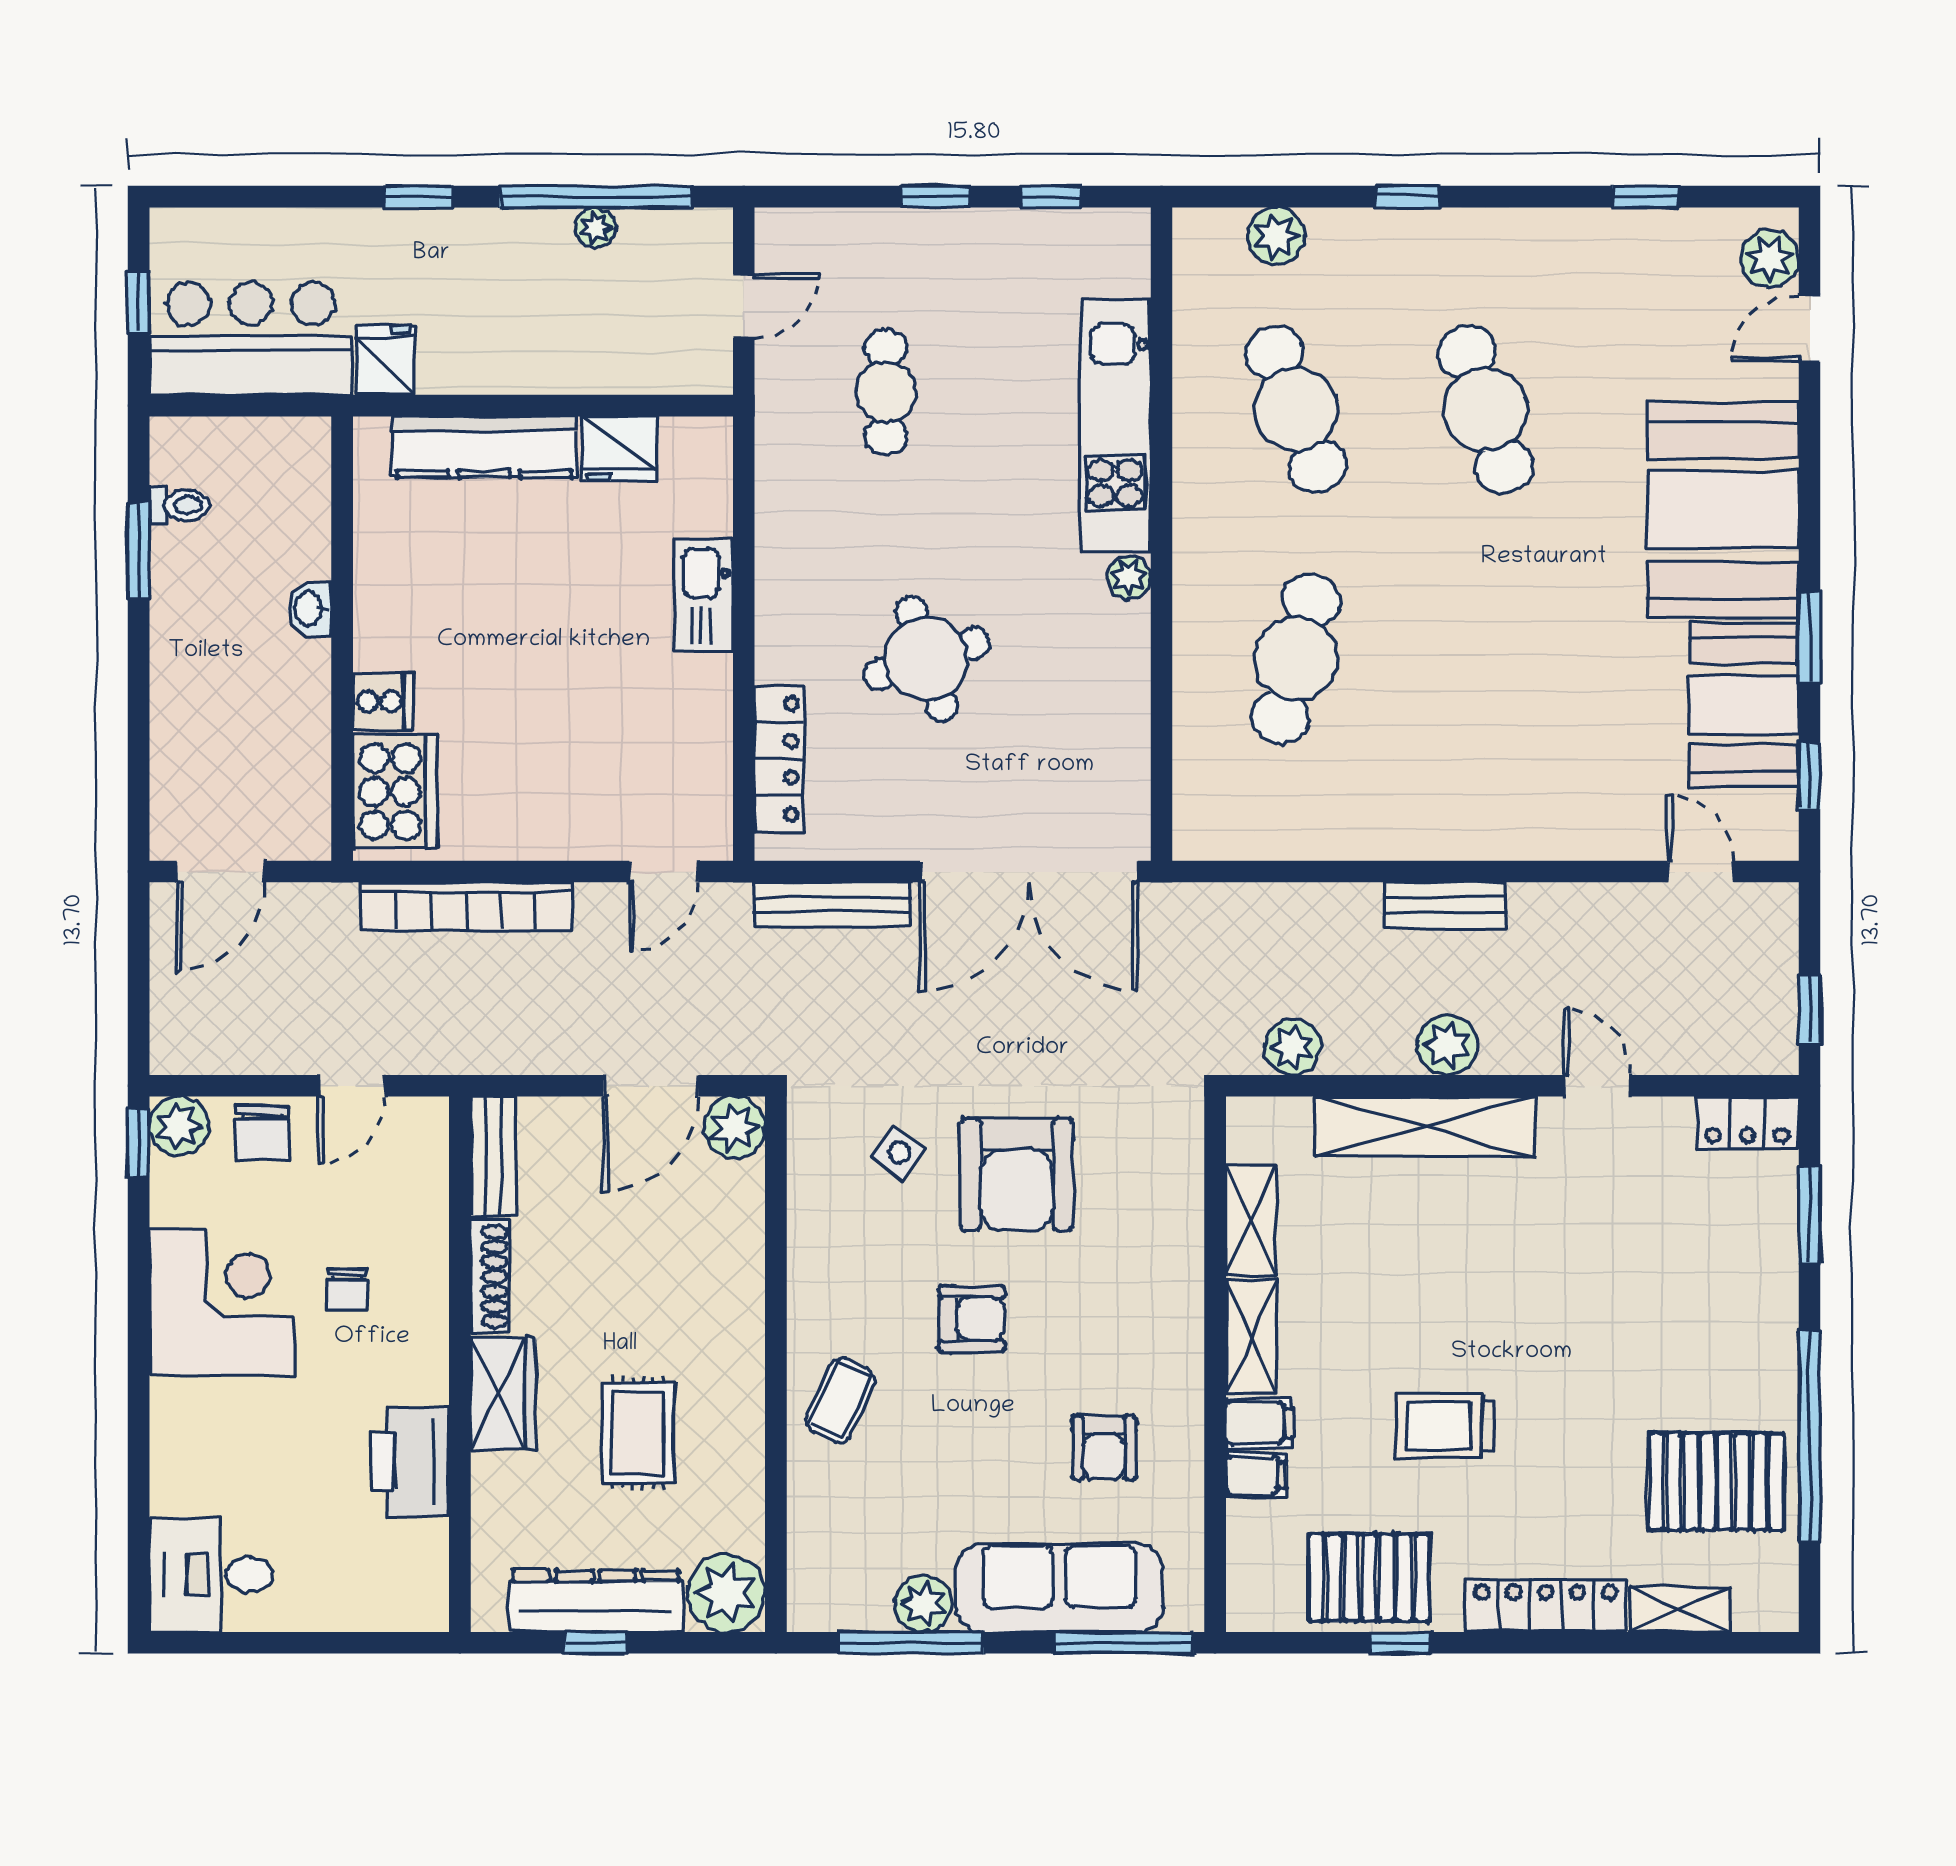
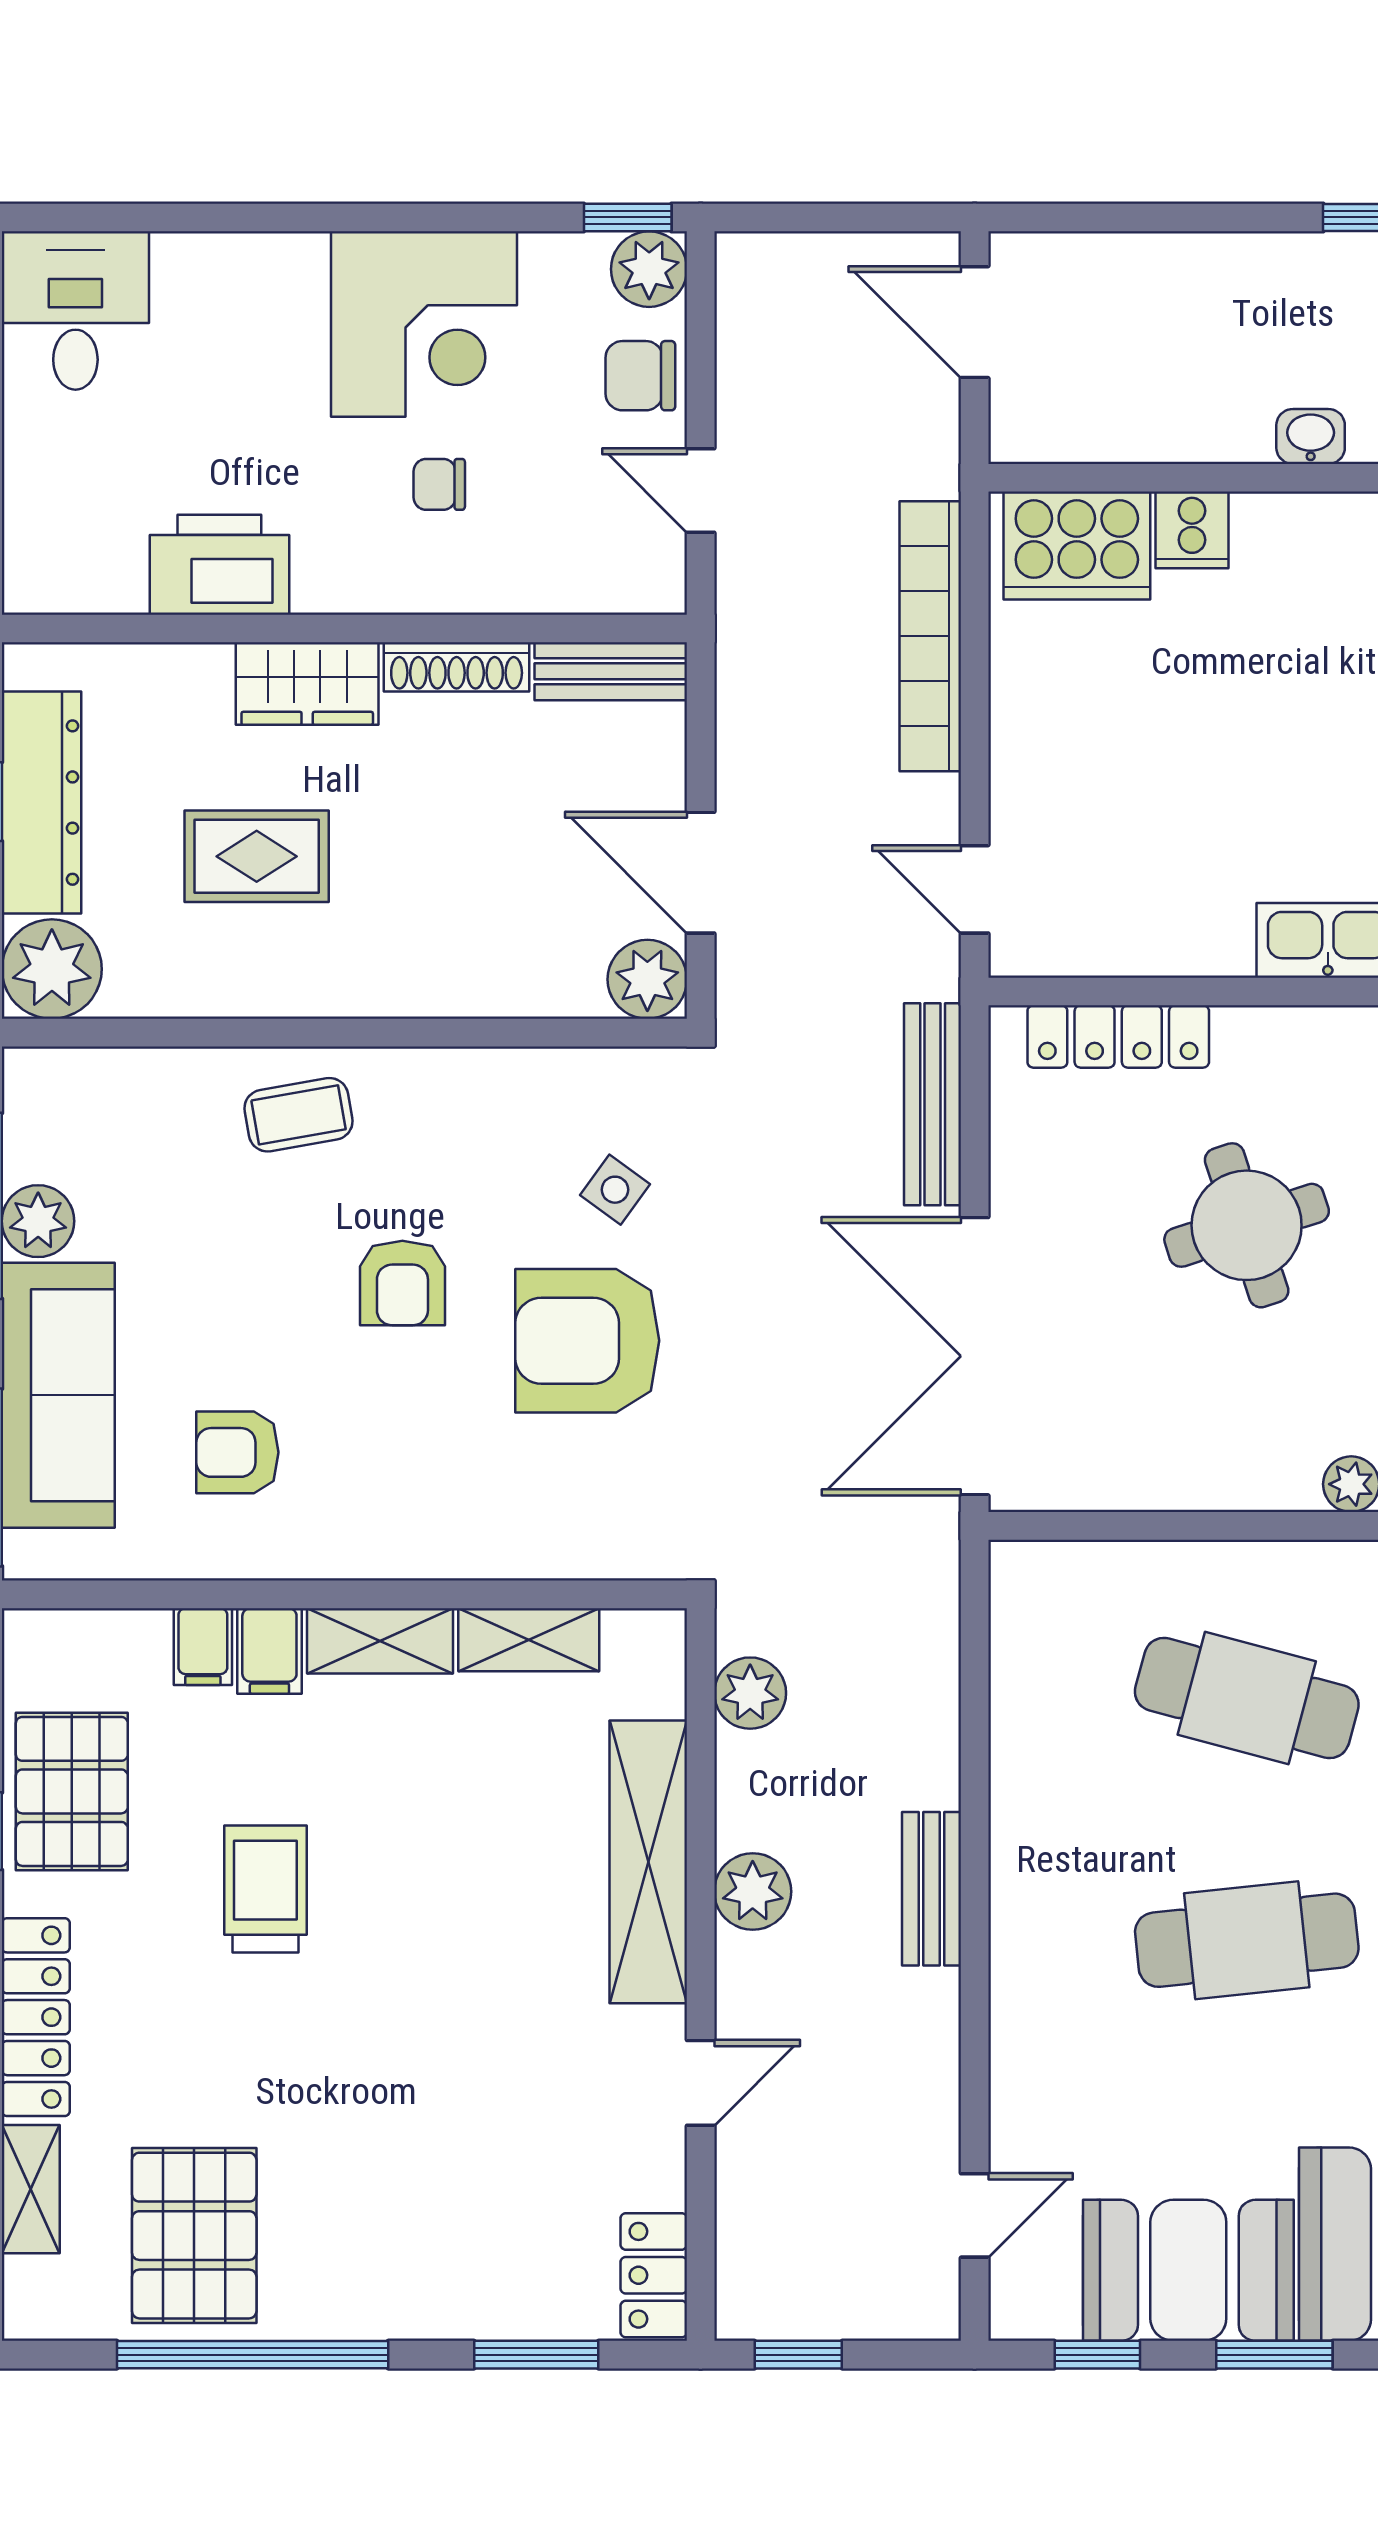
cafe table: (1486, 659) -> (1247, 1940), added
coffee table: (840, 1400) -> (298, 1115), turned -35

